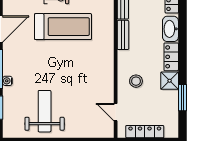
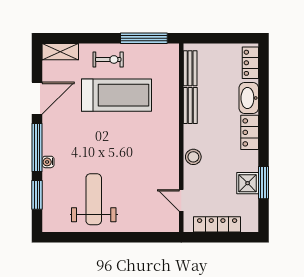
stool: (136, 81) -> (193, 157), moved
shower: (170, 81) -> (248, 183), moved

